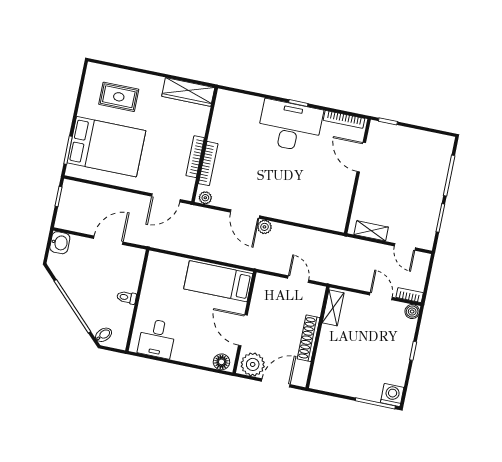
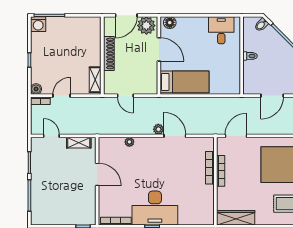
door: (361, 157) -> (97, 174), moved
plant: (205, 198) -> (129, 142), moved
door: (381, 296) -> (62, 96), swing flipped

